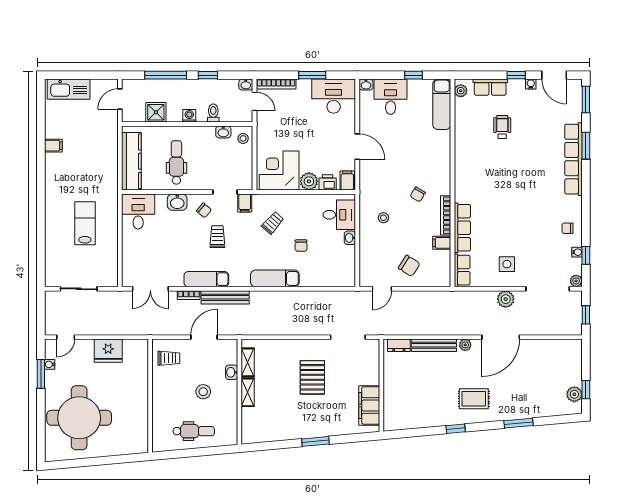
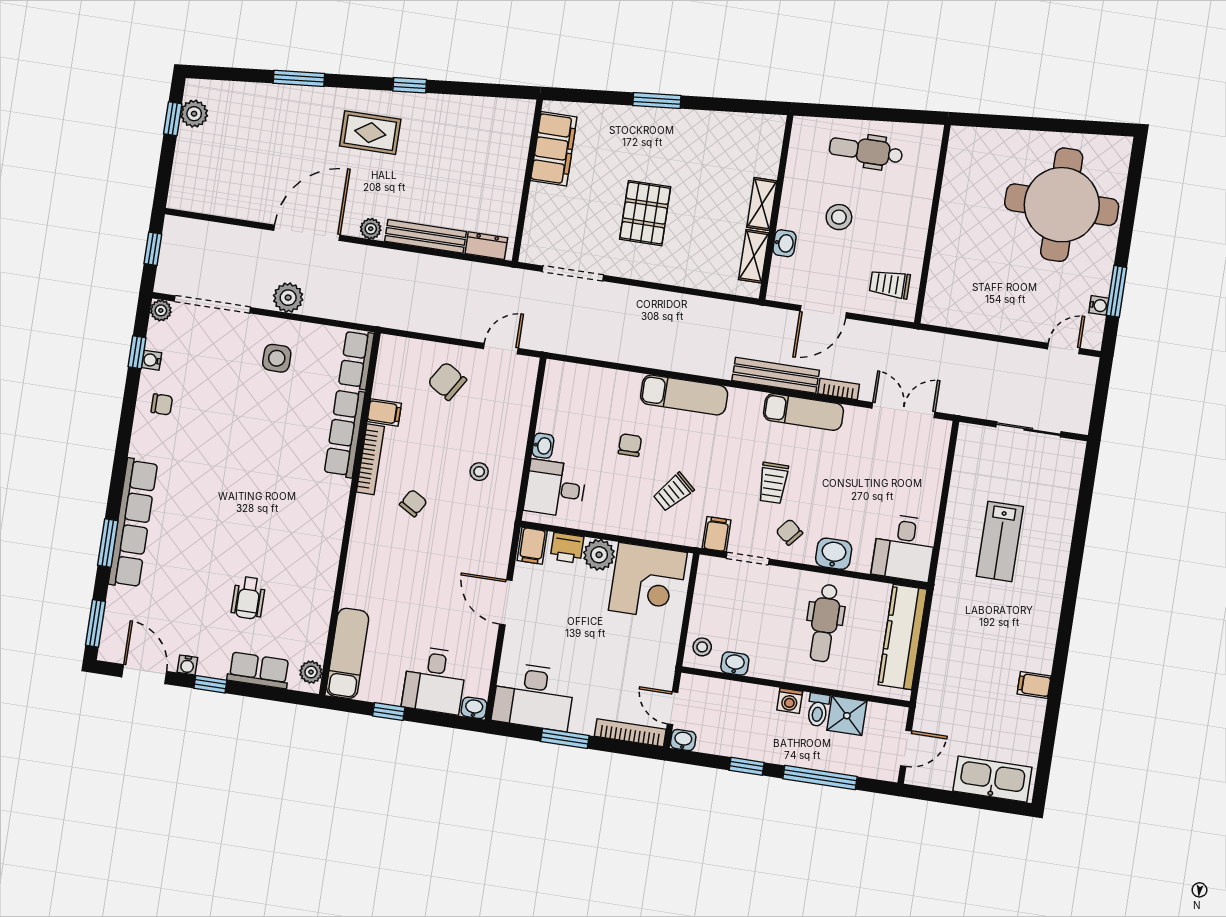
toilet: (213, 113) -> (818, 710), moved
fridge: (108, 351) -> (993, 314), removed

